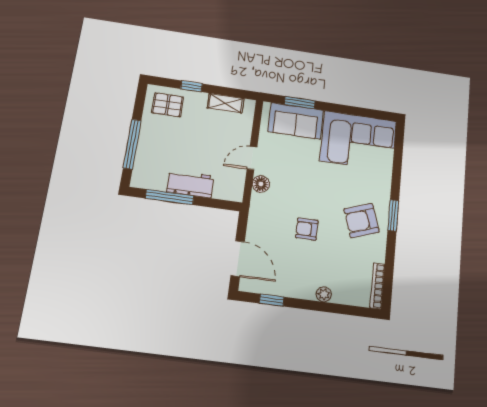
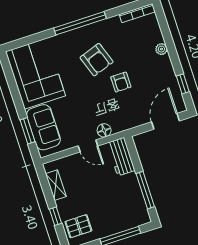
pallet: (168, 105) -> (78, 226), turned 90
workbench: (190, 184) -> (121, 157), moved
window: (393, 215) -> (80, 23), width x2.11
armchair: (362, 221) -> (97, 60), moved

